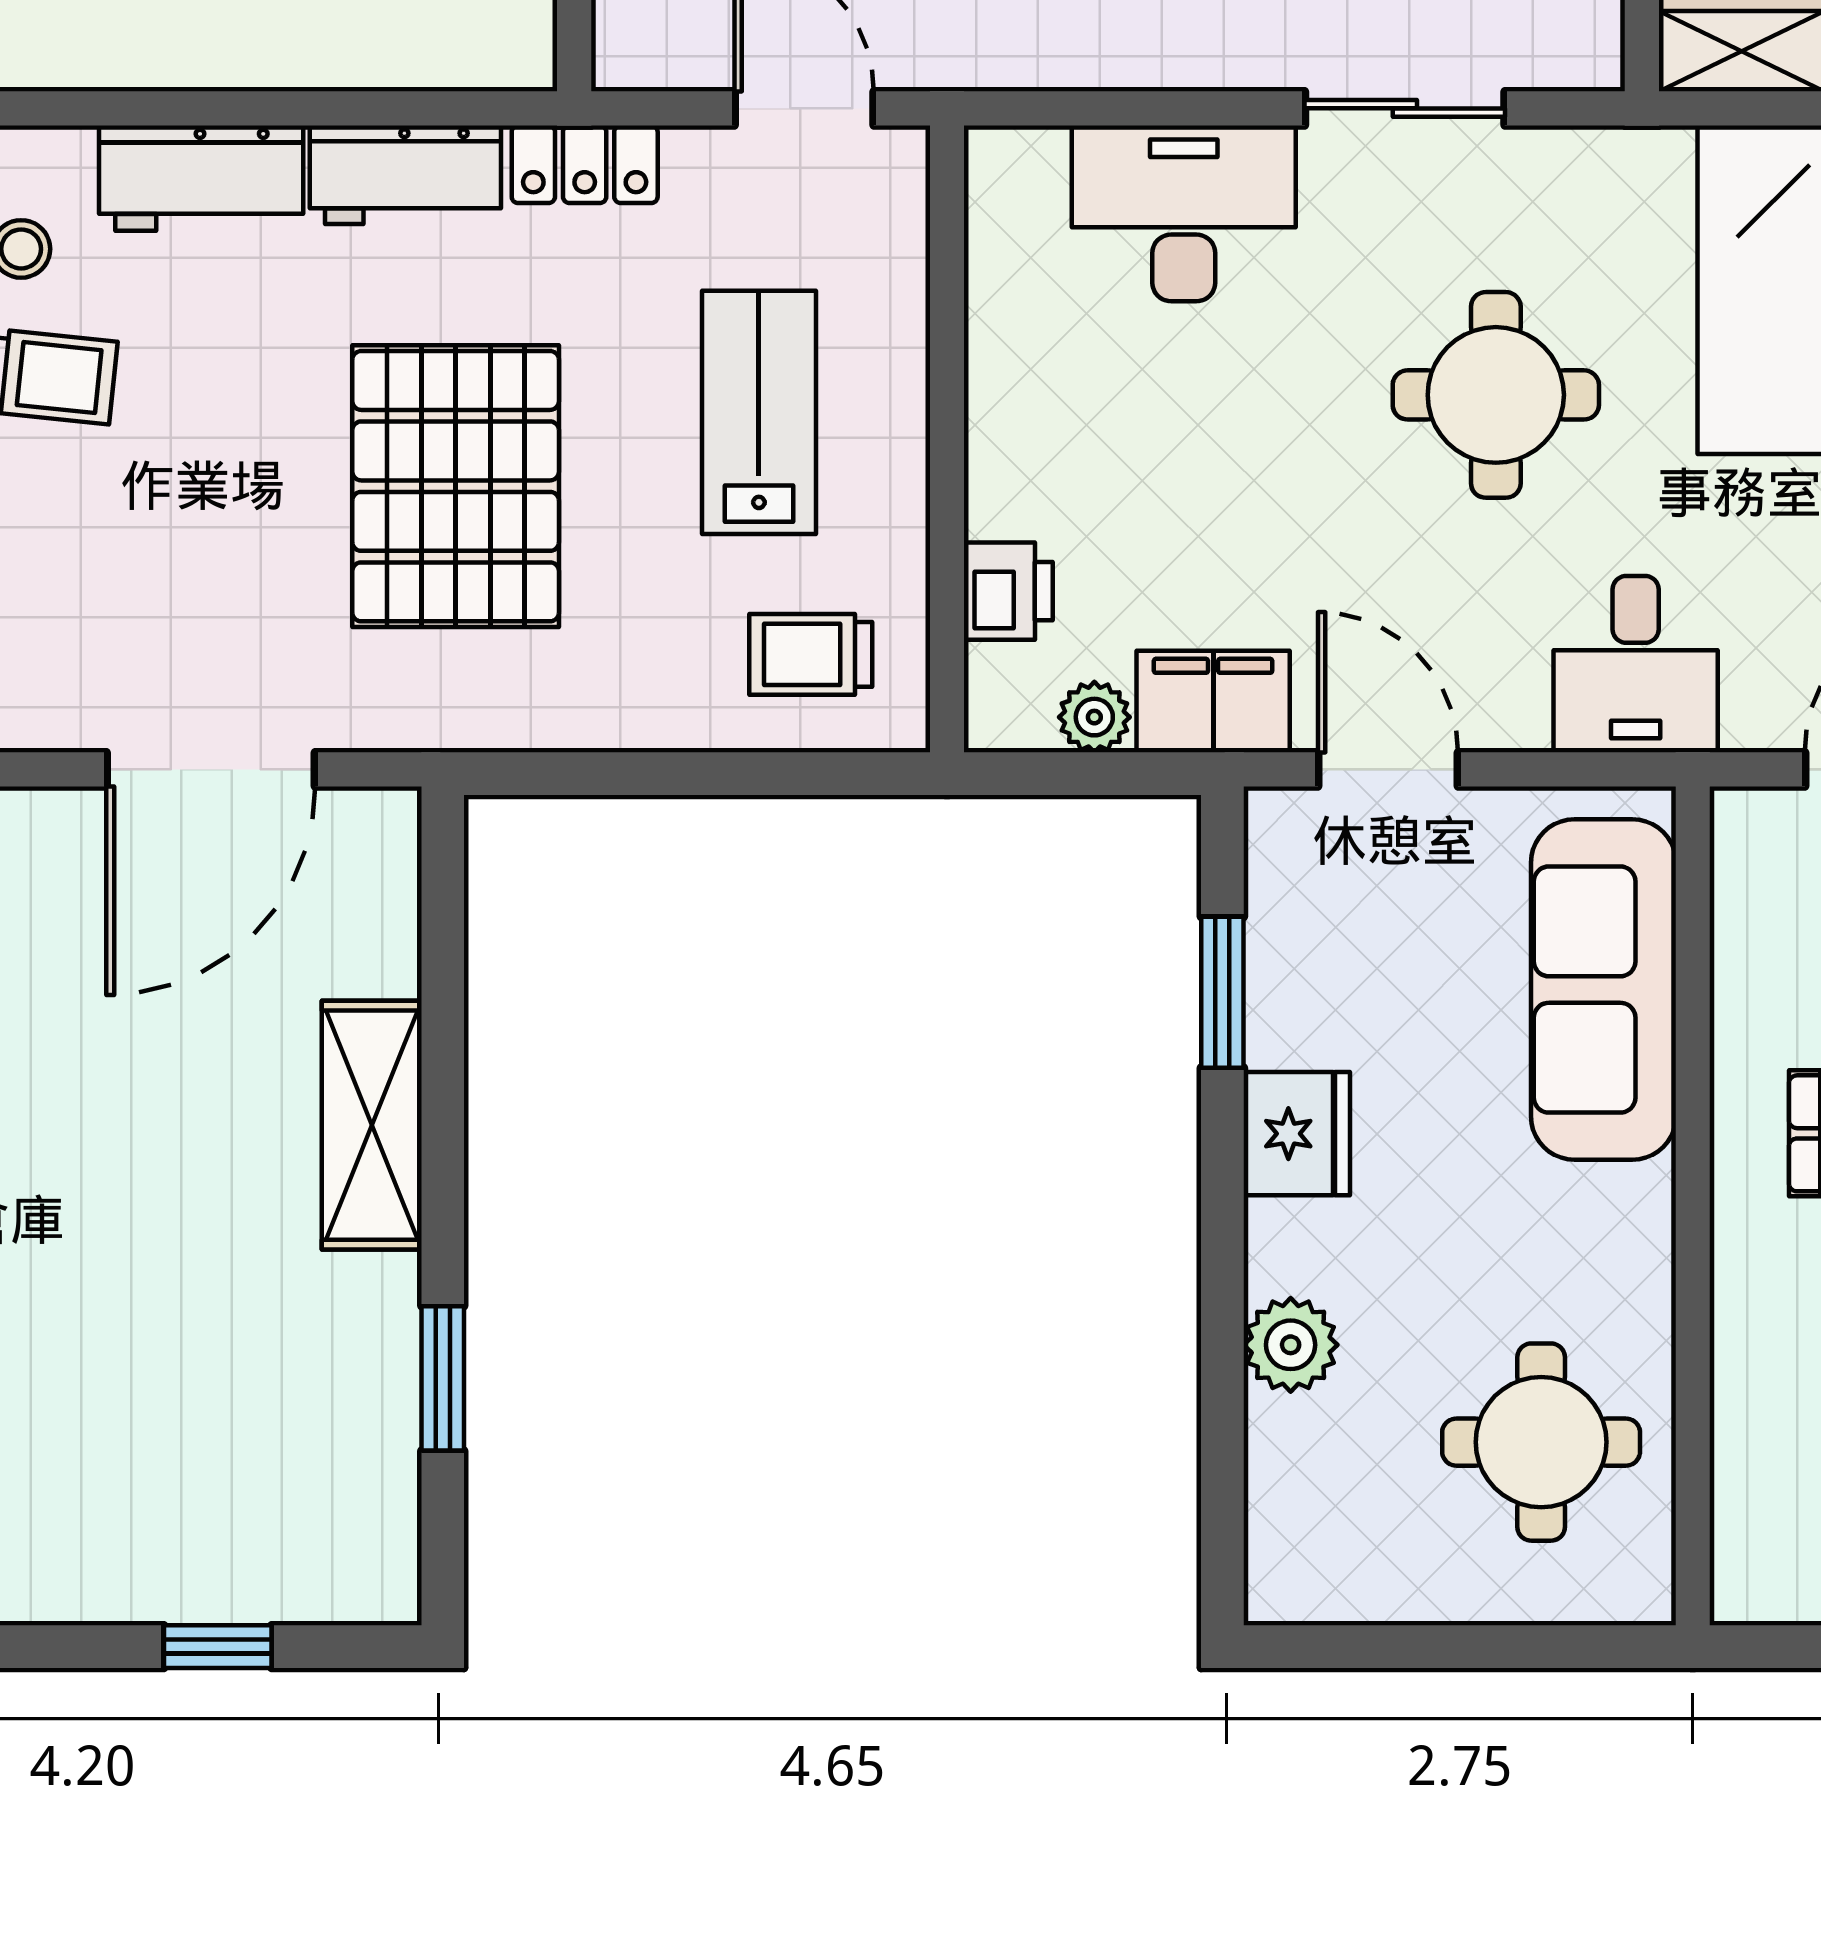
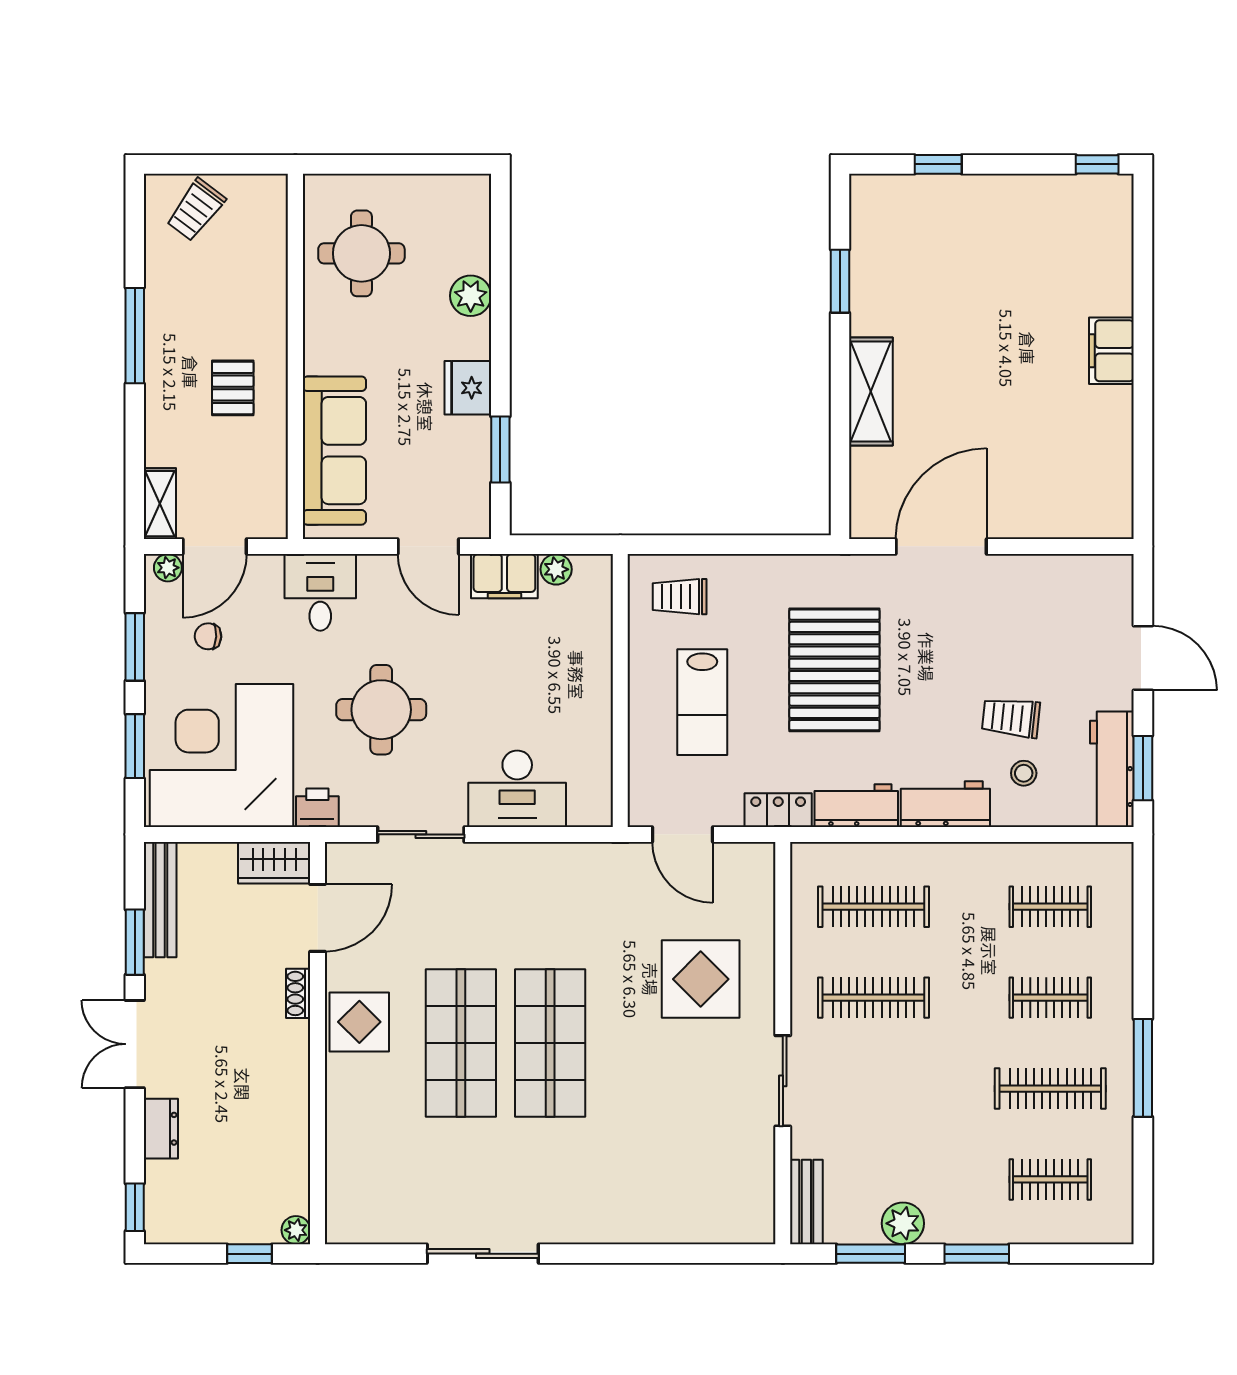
printer: (1008, 591) -> (317, 808), moved, turned 90
trolley: (811, 654) -> (680, 597), turned 180

